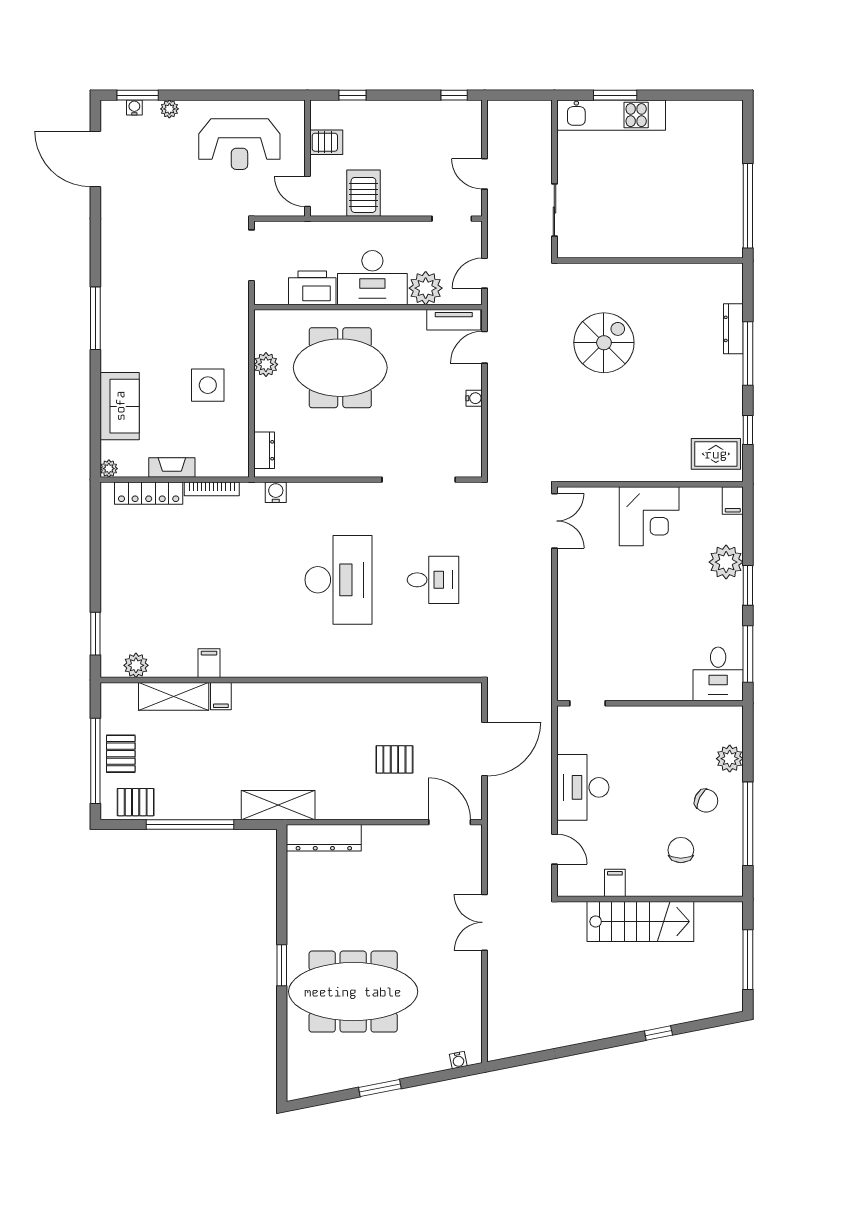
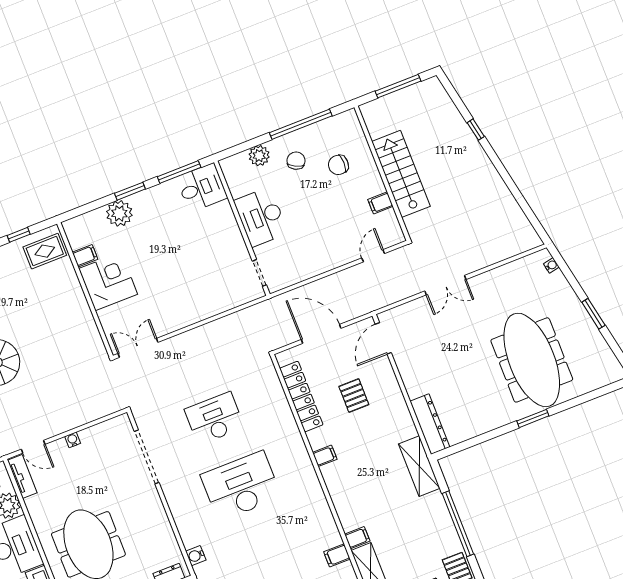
rug: (716, 454) -> (45, 251), turned 90
filing cabinet: (733, 501) -> (85, 256), moved
desk: (433, 580) -> (214, 418), width x1.37
locker: (418, 695) -> (301, 397), added
filing cabinet: (335, 696) -> (325, 456), added
desk: (583, 787) -> (261, 217), moved, turned 90

